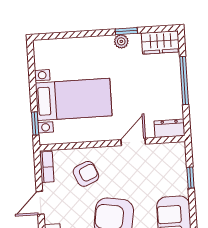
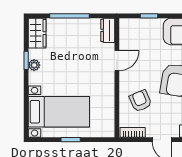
bed with nightstands: (74, 99) -> (59, 112), moved, turned 90
window: (35, 123) -> (71, 140), moved
door: (133, 142) -> (117, 61), swing flipped

